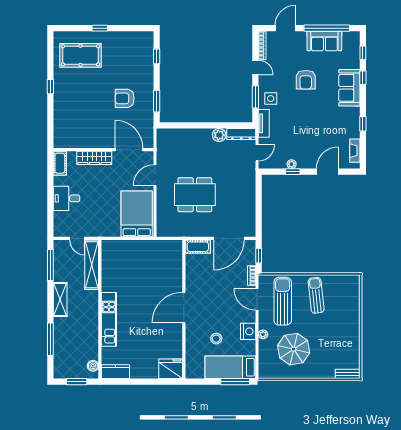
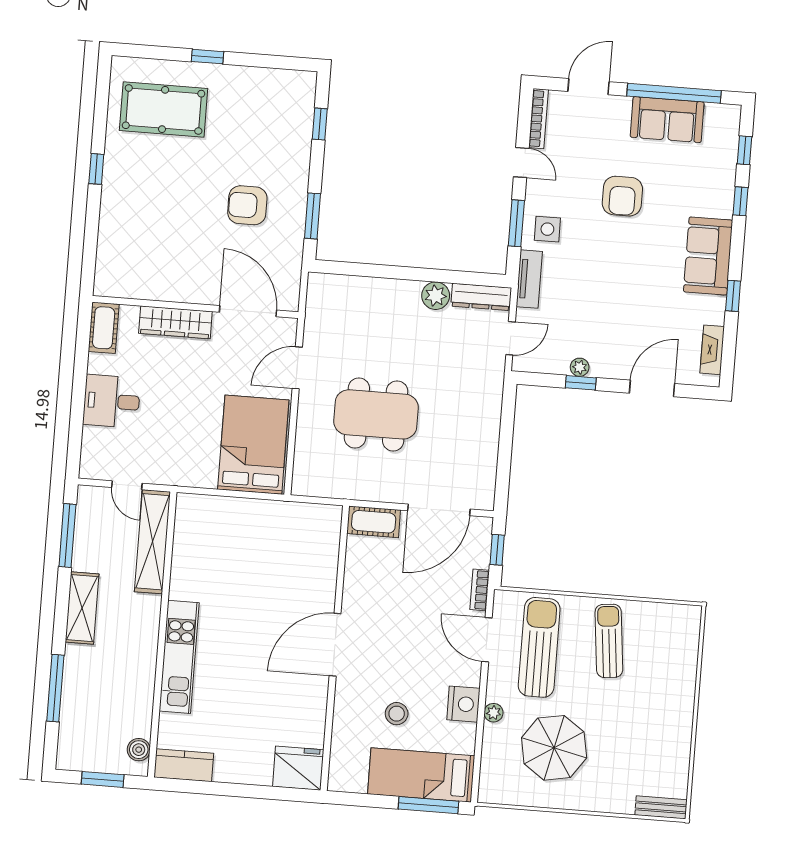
sofa: (349, 88) -> (708, 256), moved

